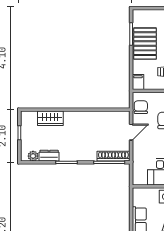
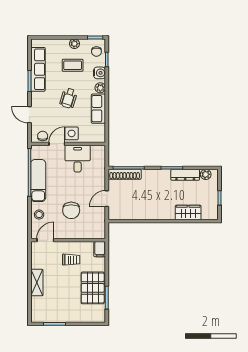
chair: (141, 107) -> (97, 224), removed
dresser: (49, 156) -> (185, 175), width x1.44

